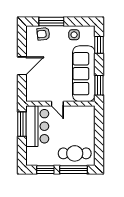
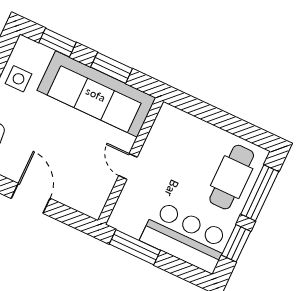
window: (99, 85) -> (112, 68), moved
door: (57, 104) -> (128, 166), swing flipped
bar counter: (37, 126) -> (185, 237), moved

